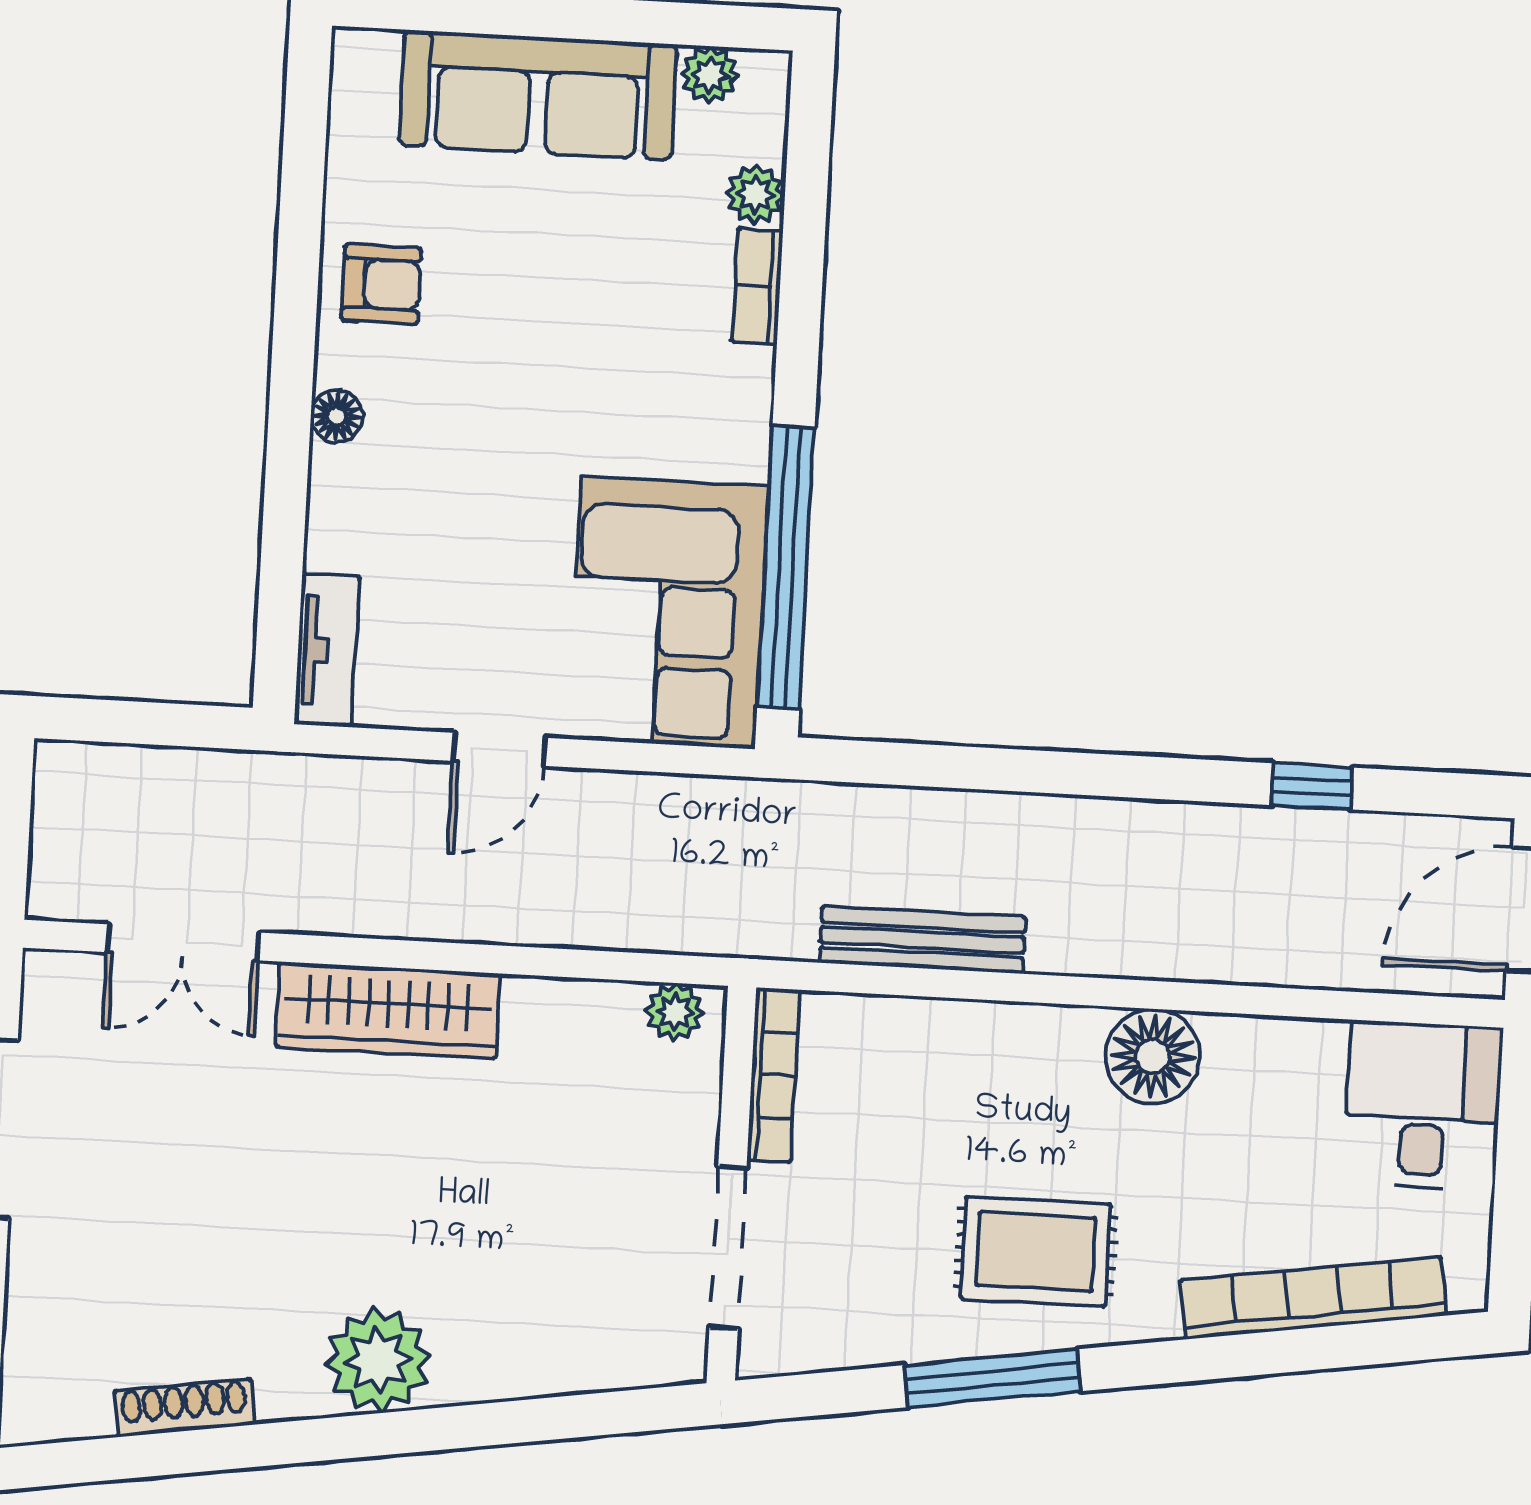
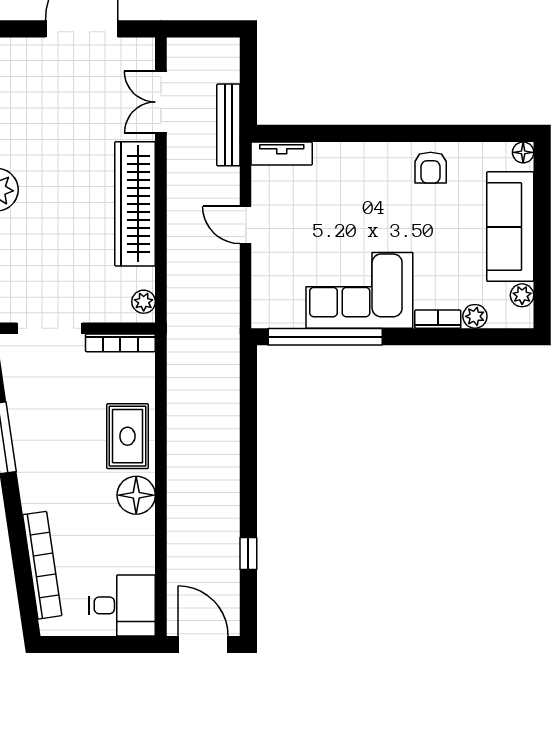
floor lamp: (337, 416) -> (523, 152), moved
corner sofa: (668, 612) -> (359, 290), moved
bench: (922, 940) -> (228, 125), moved
wardrobe: (388, 1010) -> (135, 204), width x1.40, depth x1.17
rug: (1036, 1252) -> (127, 436), moved

